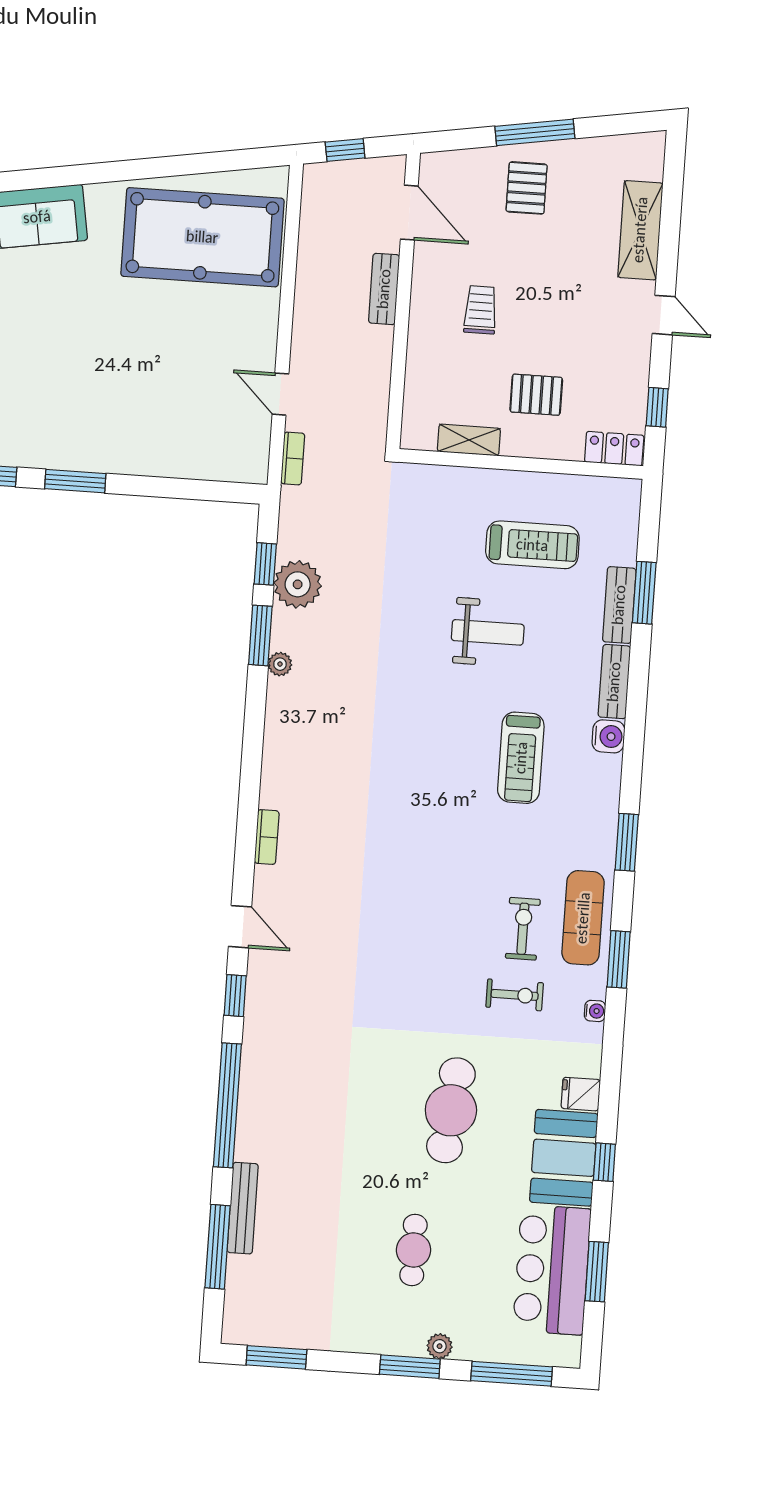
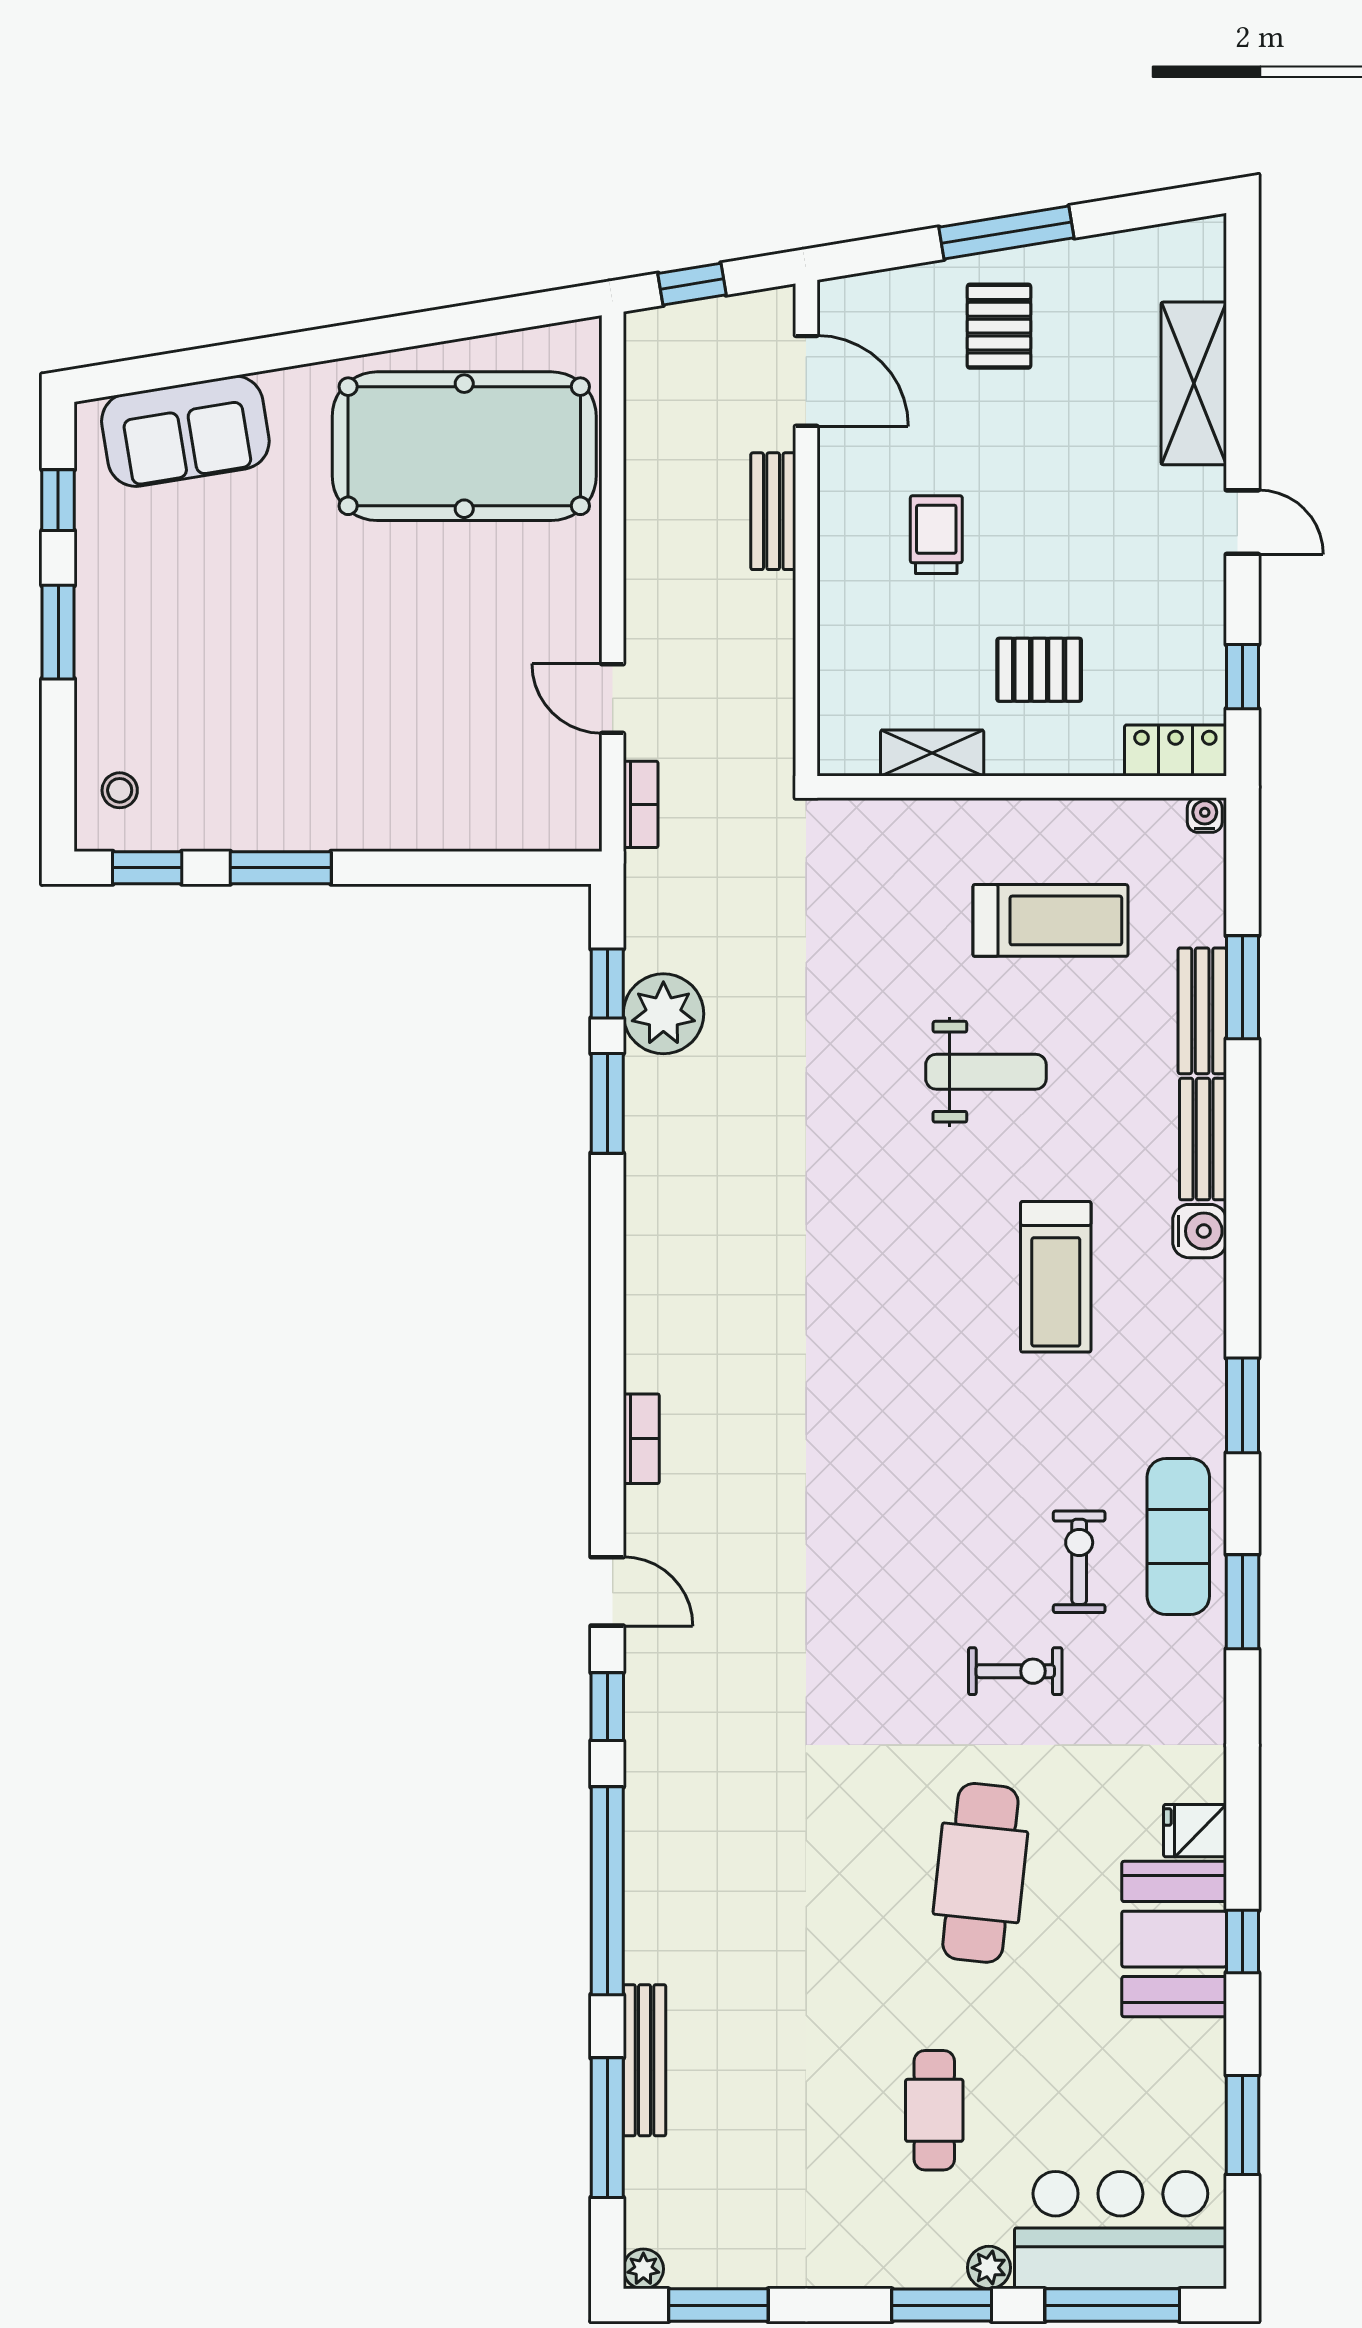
plant: (280, 664) -> (643, 2269), moved
exercise bike: (515, 995) -> (1015, 1671), moved
water cooler: (595, 1011) -> (1205, 815), moved, turned -90
bar counter: (552, 1270) -> (1120, 2230), moved, turned 90

